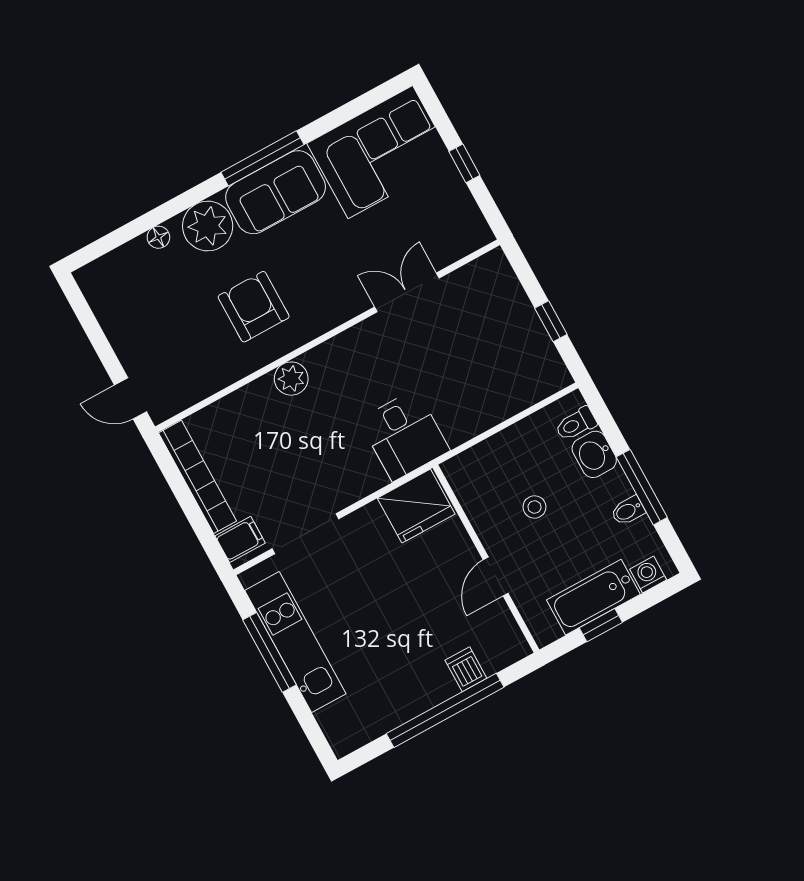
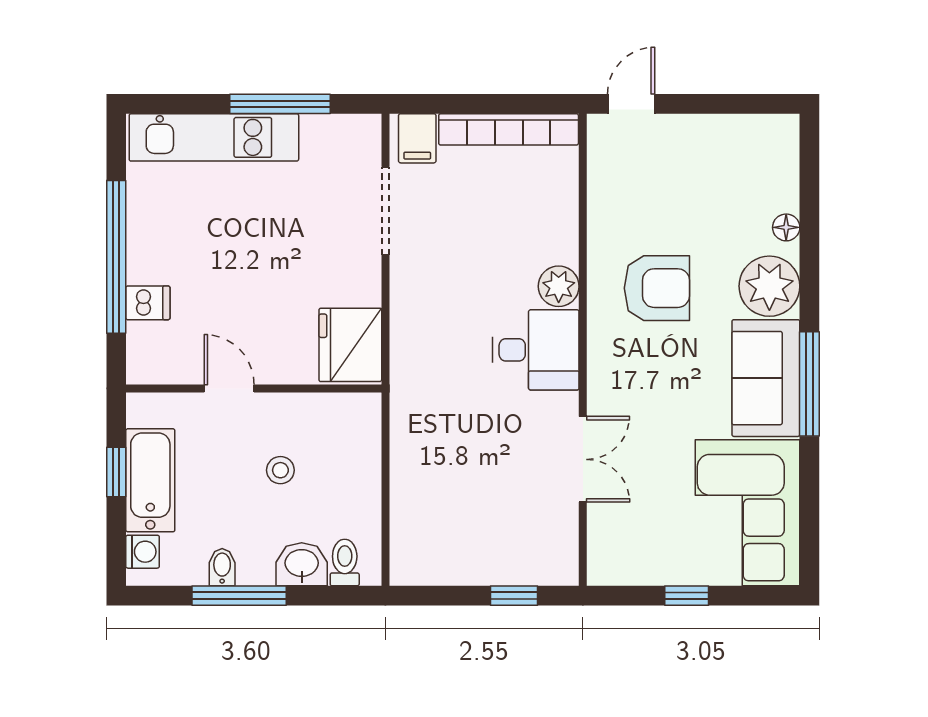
window: (551, 321) -> (514, 596), moved
desk: (404, 435) -> (536, 350), moved, turned 180
kitchen unit: (295, 642) -> (214, 137), moved

